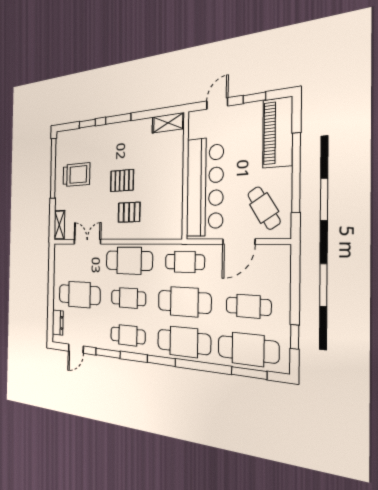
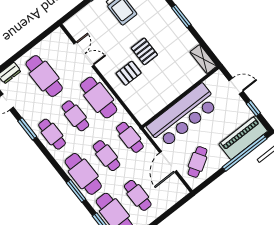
window: (296, 173) -> (245, 153), moved
pallet: (129, 212) -> (129, 73), turned 90
shelving: (59, 225) -> (76, 21), removed
door: (239, 242) -> (168, 162), hinge flipped
cafe table: (184, 302) -> (107, 156), width x0.73, depth x0.74
window: (161, 361) -> (76, 191), moved

